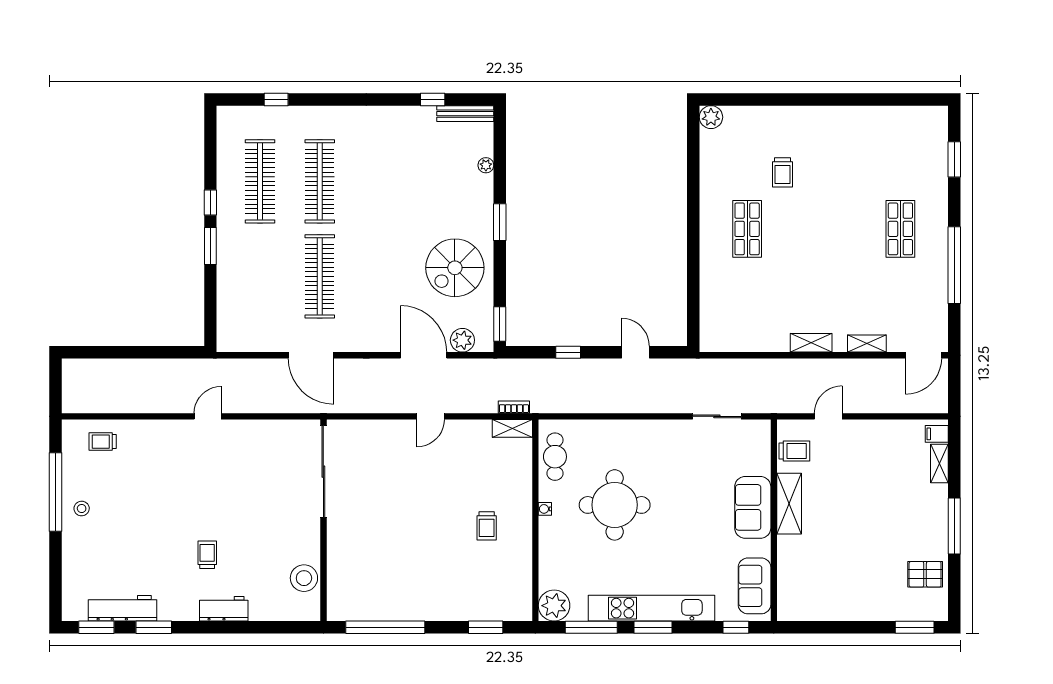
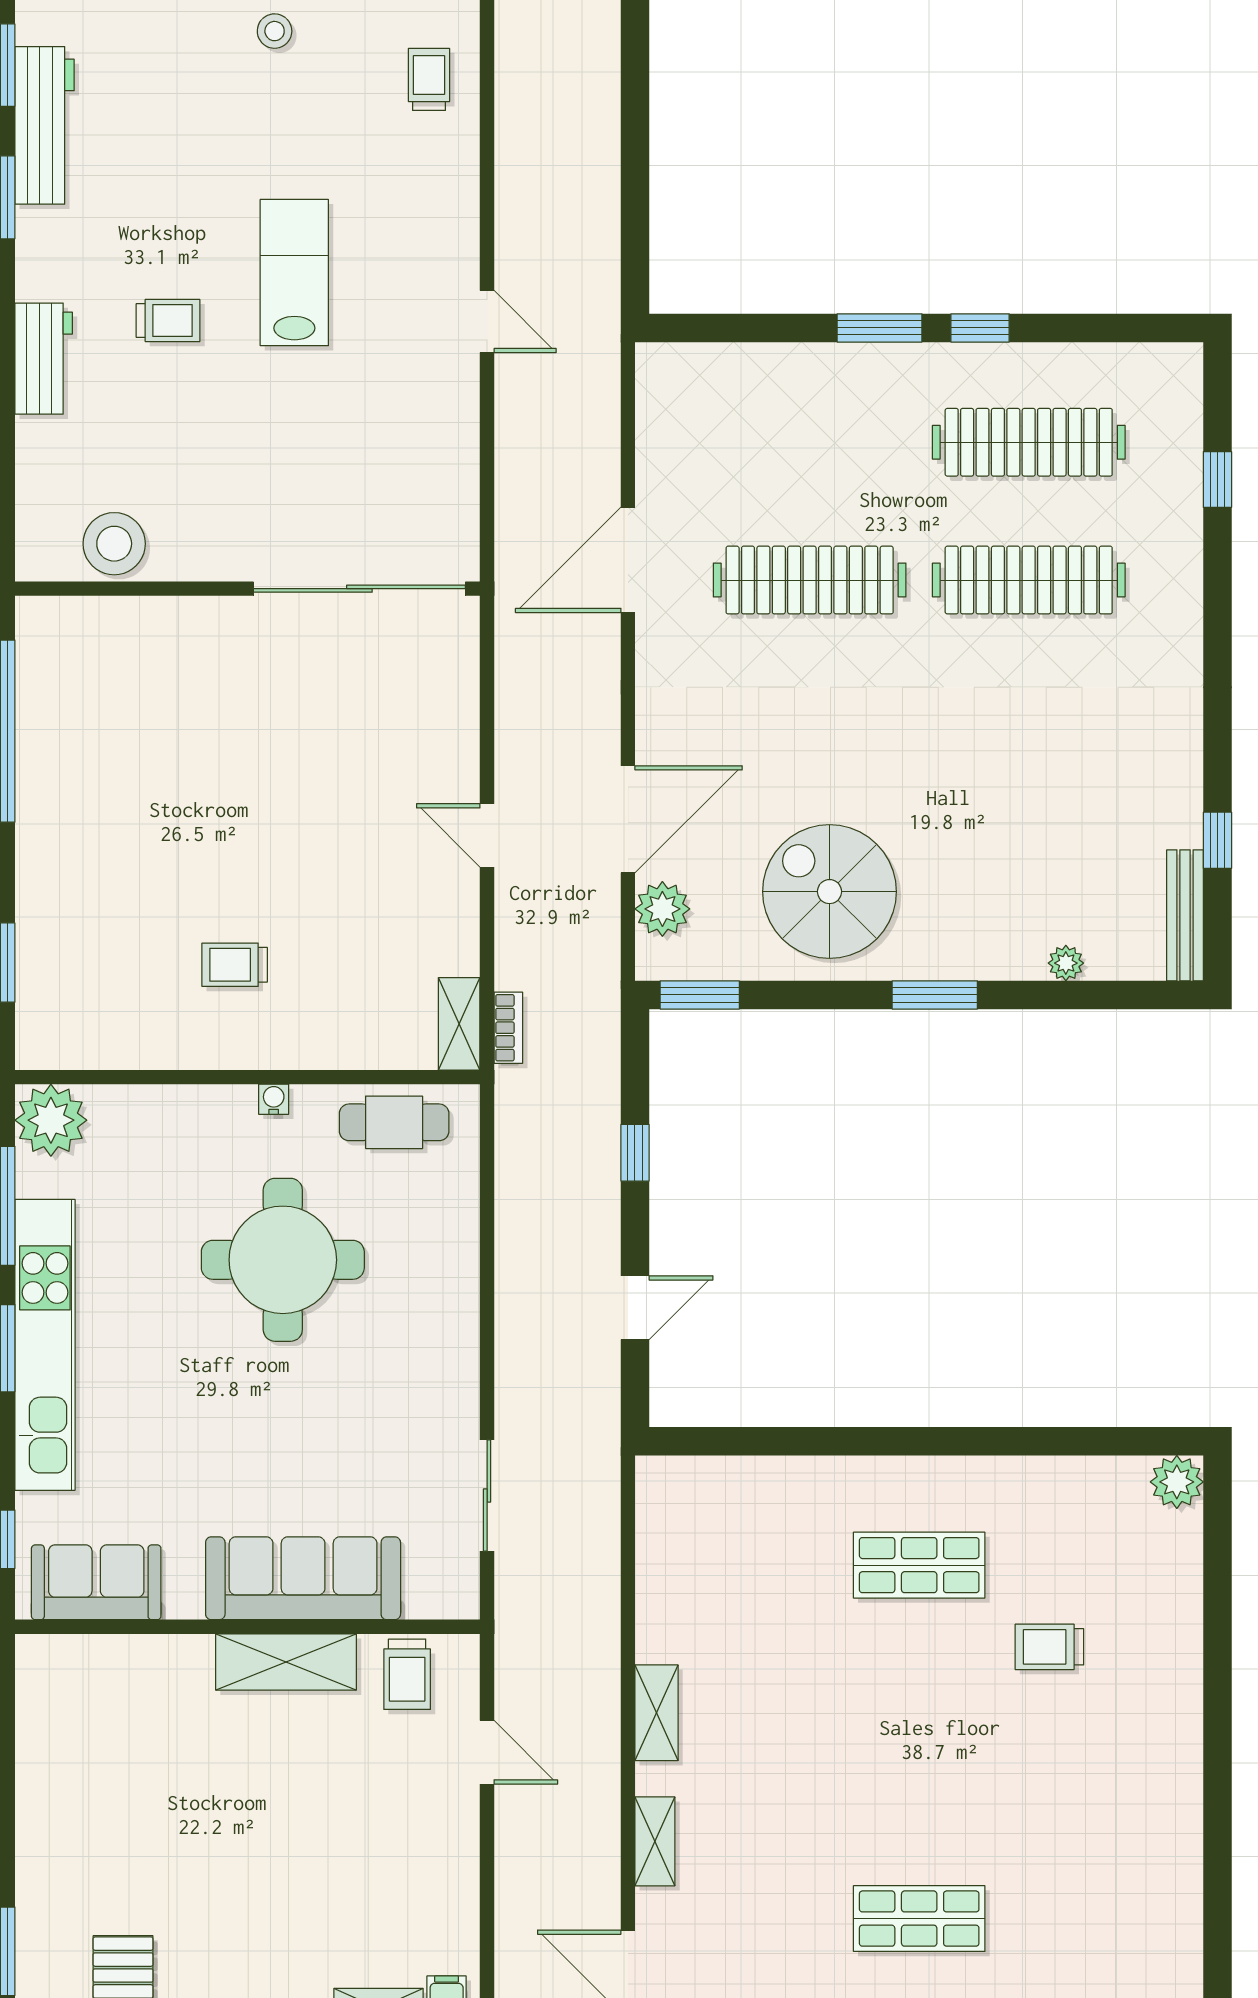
lab bench: (186, 500) -> (294, 273), added
sofa: (753, 507) -> (303, 1578), width x1.36

